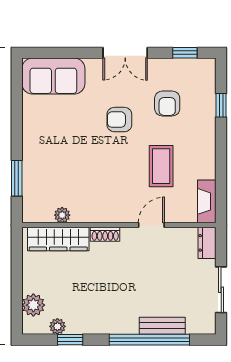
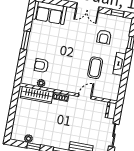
armchair: (119, 120) -> (41, 66), moved
window: (17, 178) -> (25, 40), moved
fireplace: (207, 201) -> (119, 64), moved
plant: (33, 305) -> (18, 126), removed

